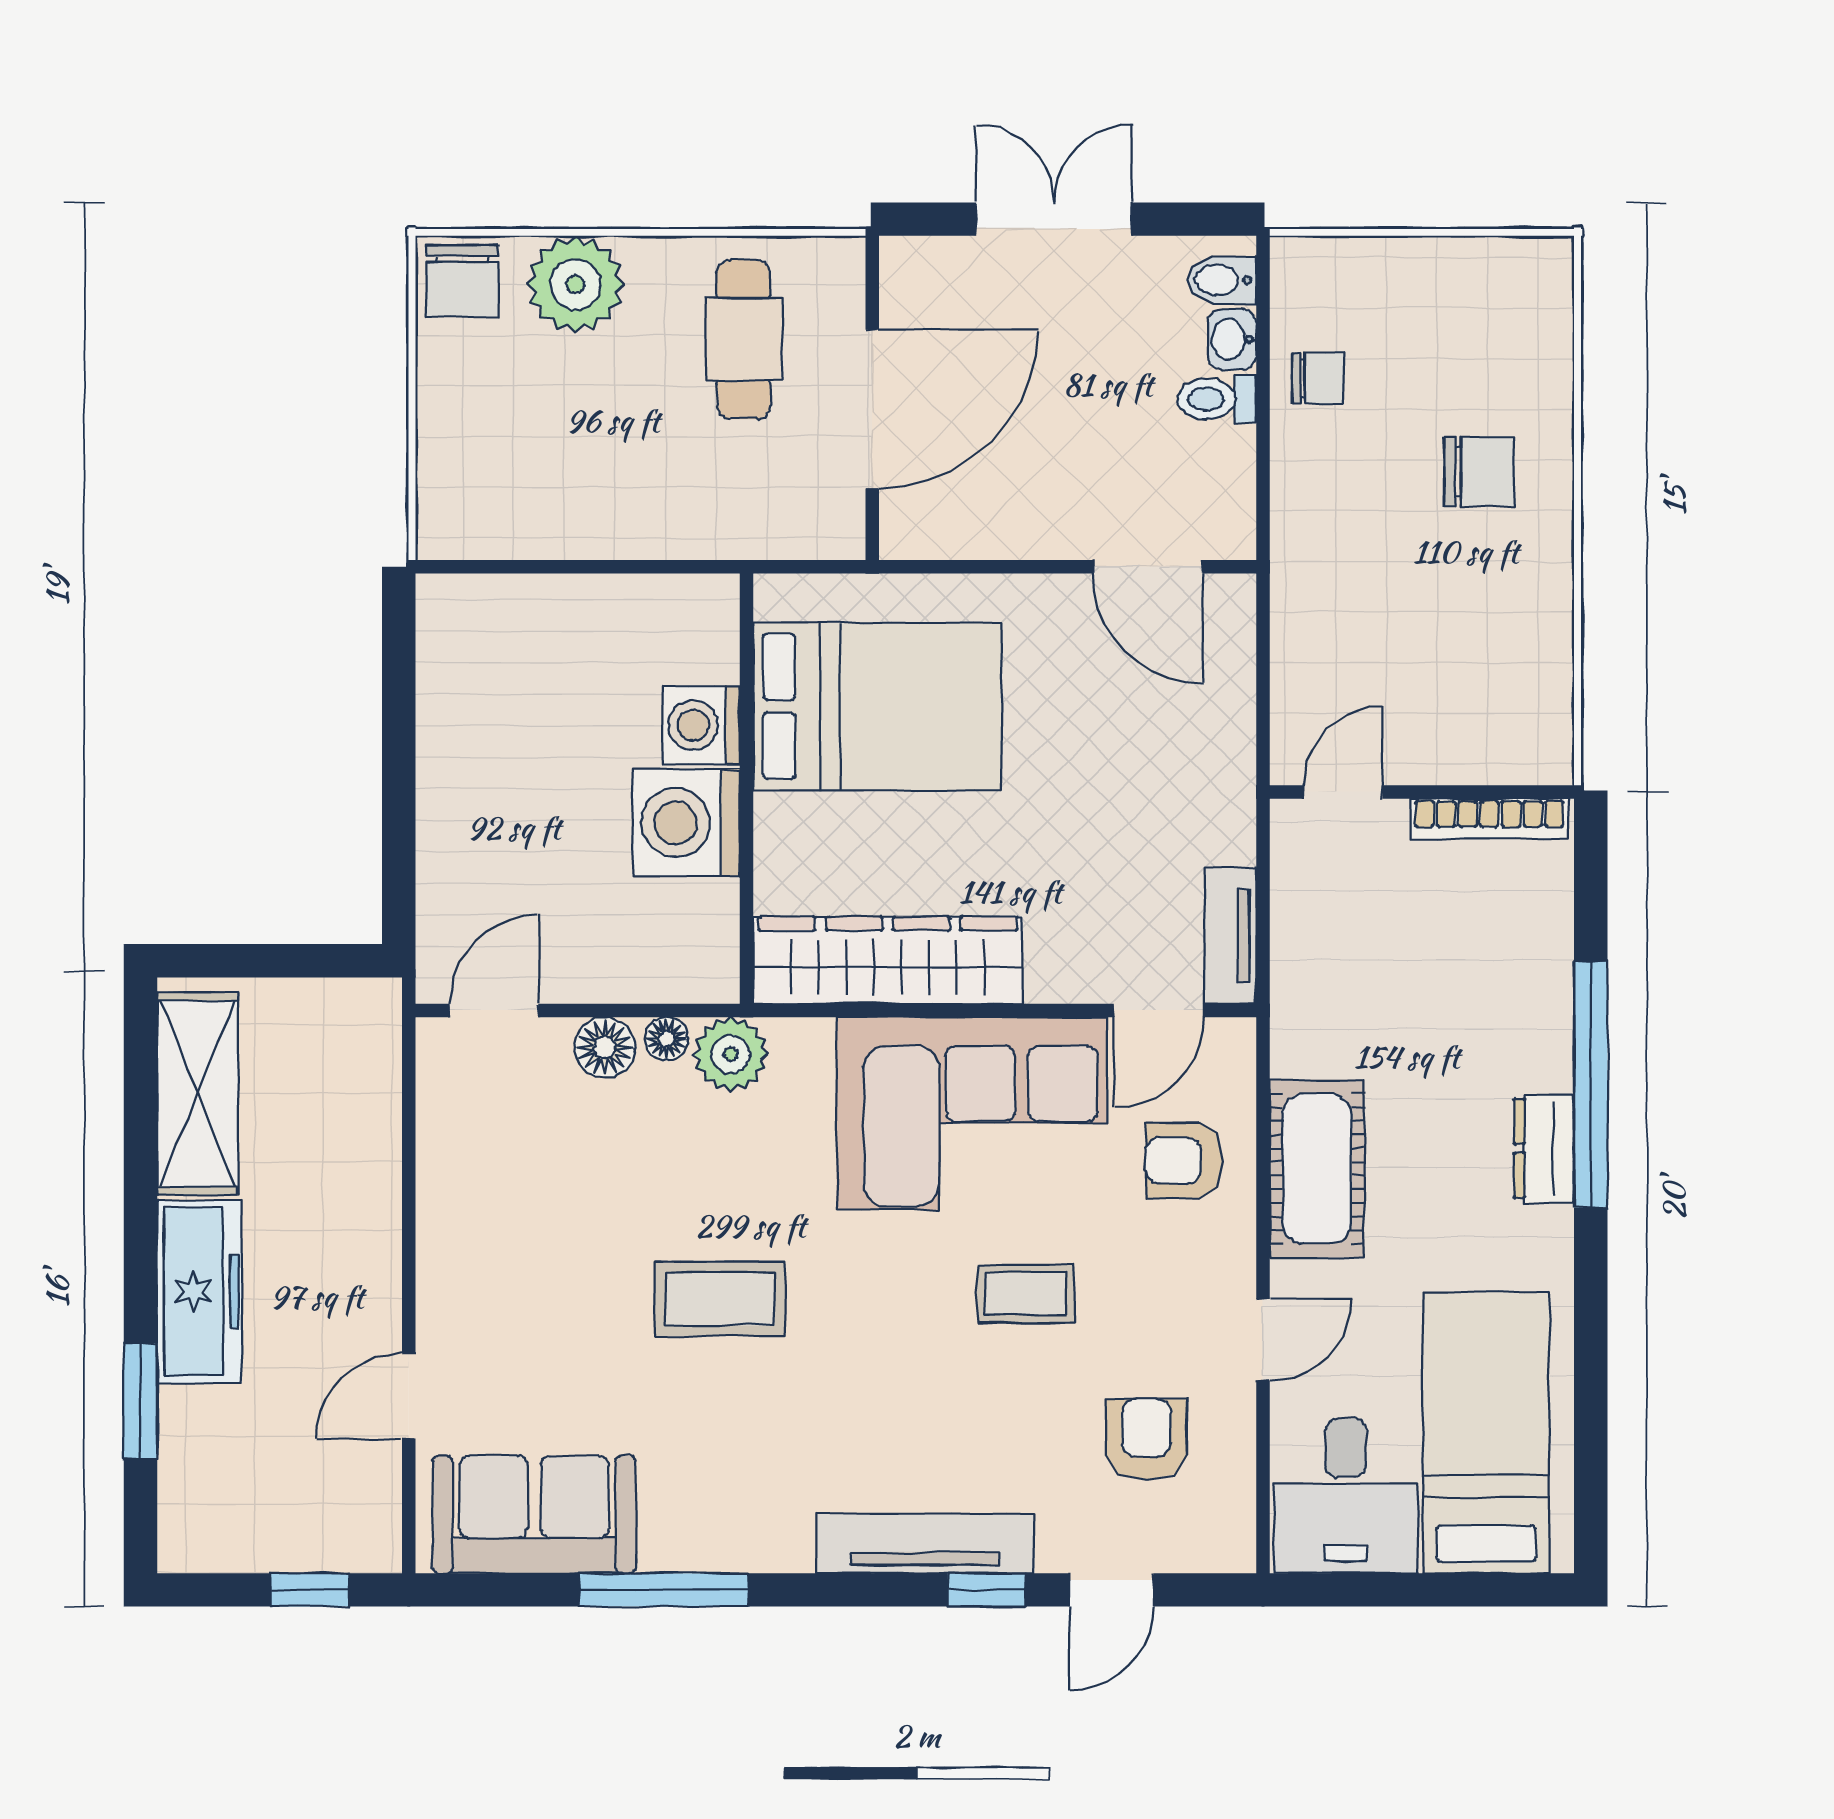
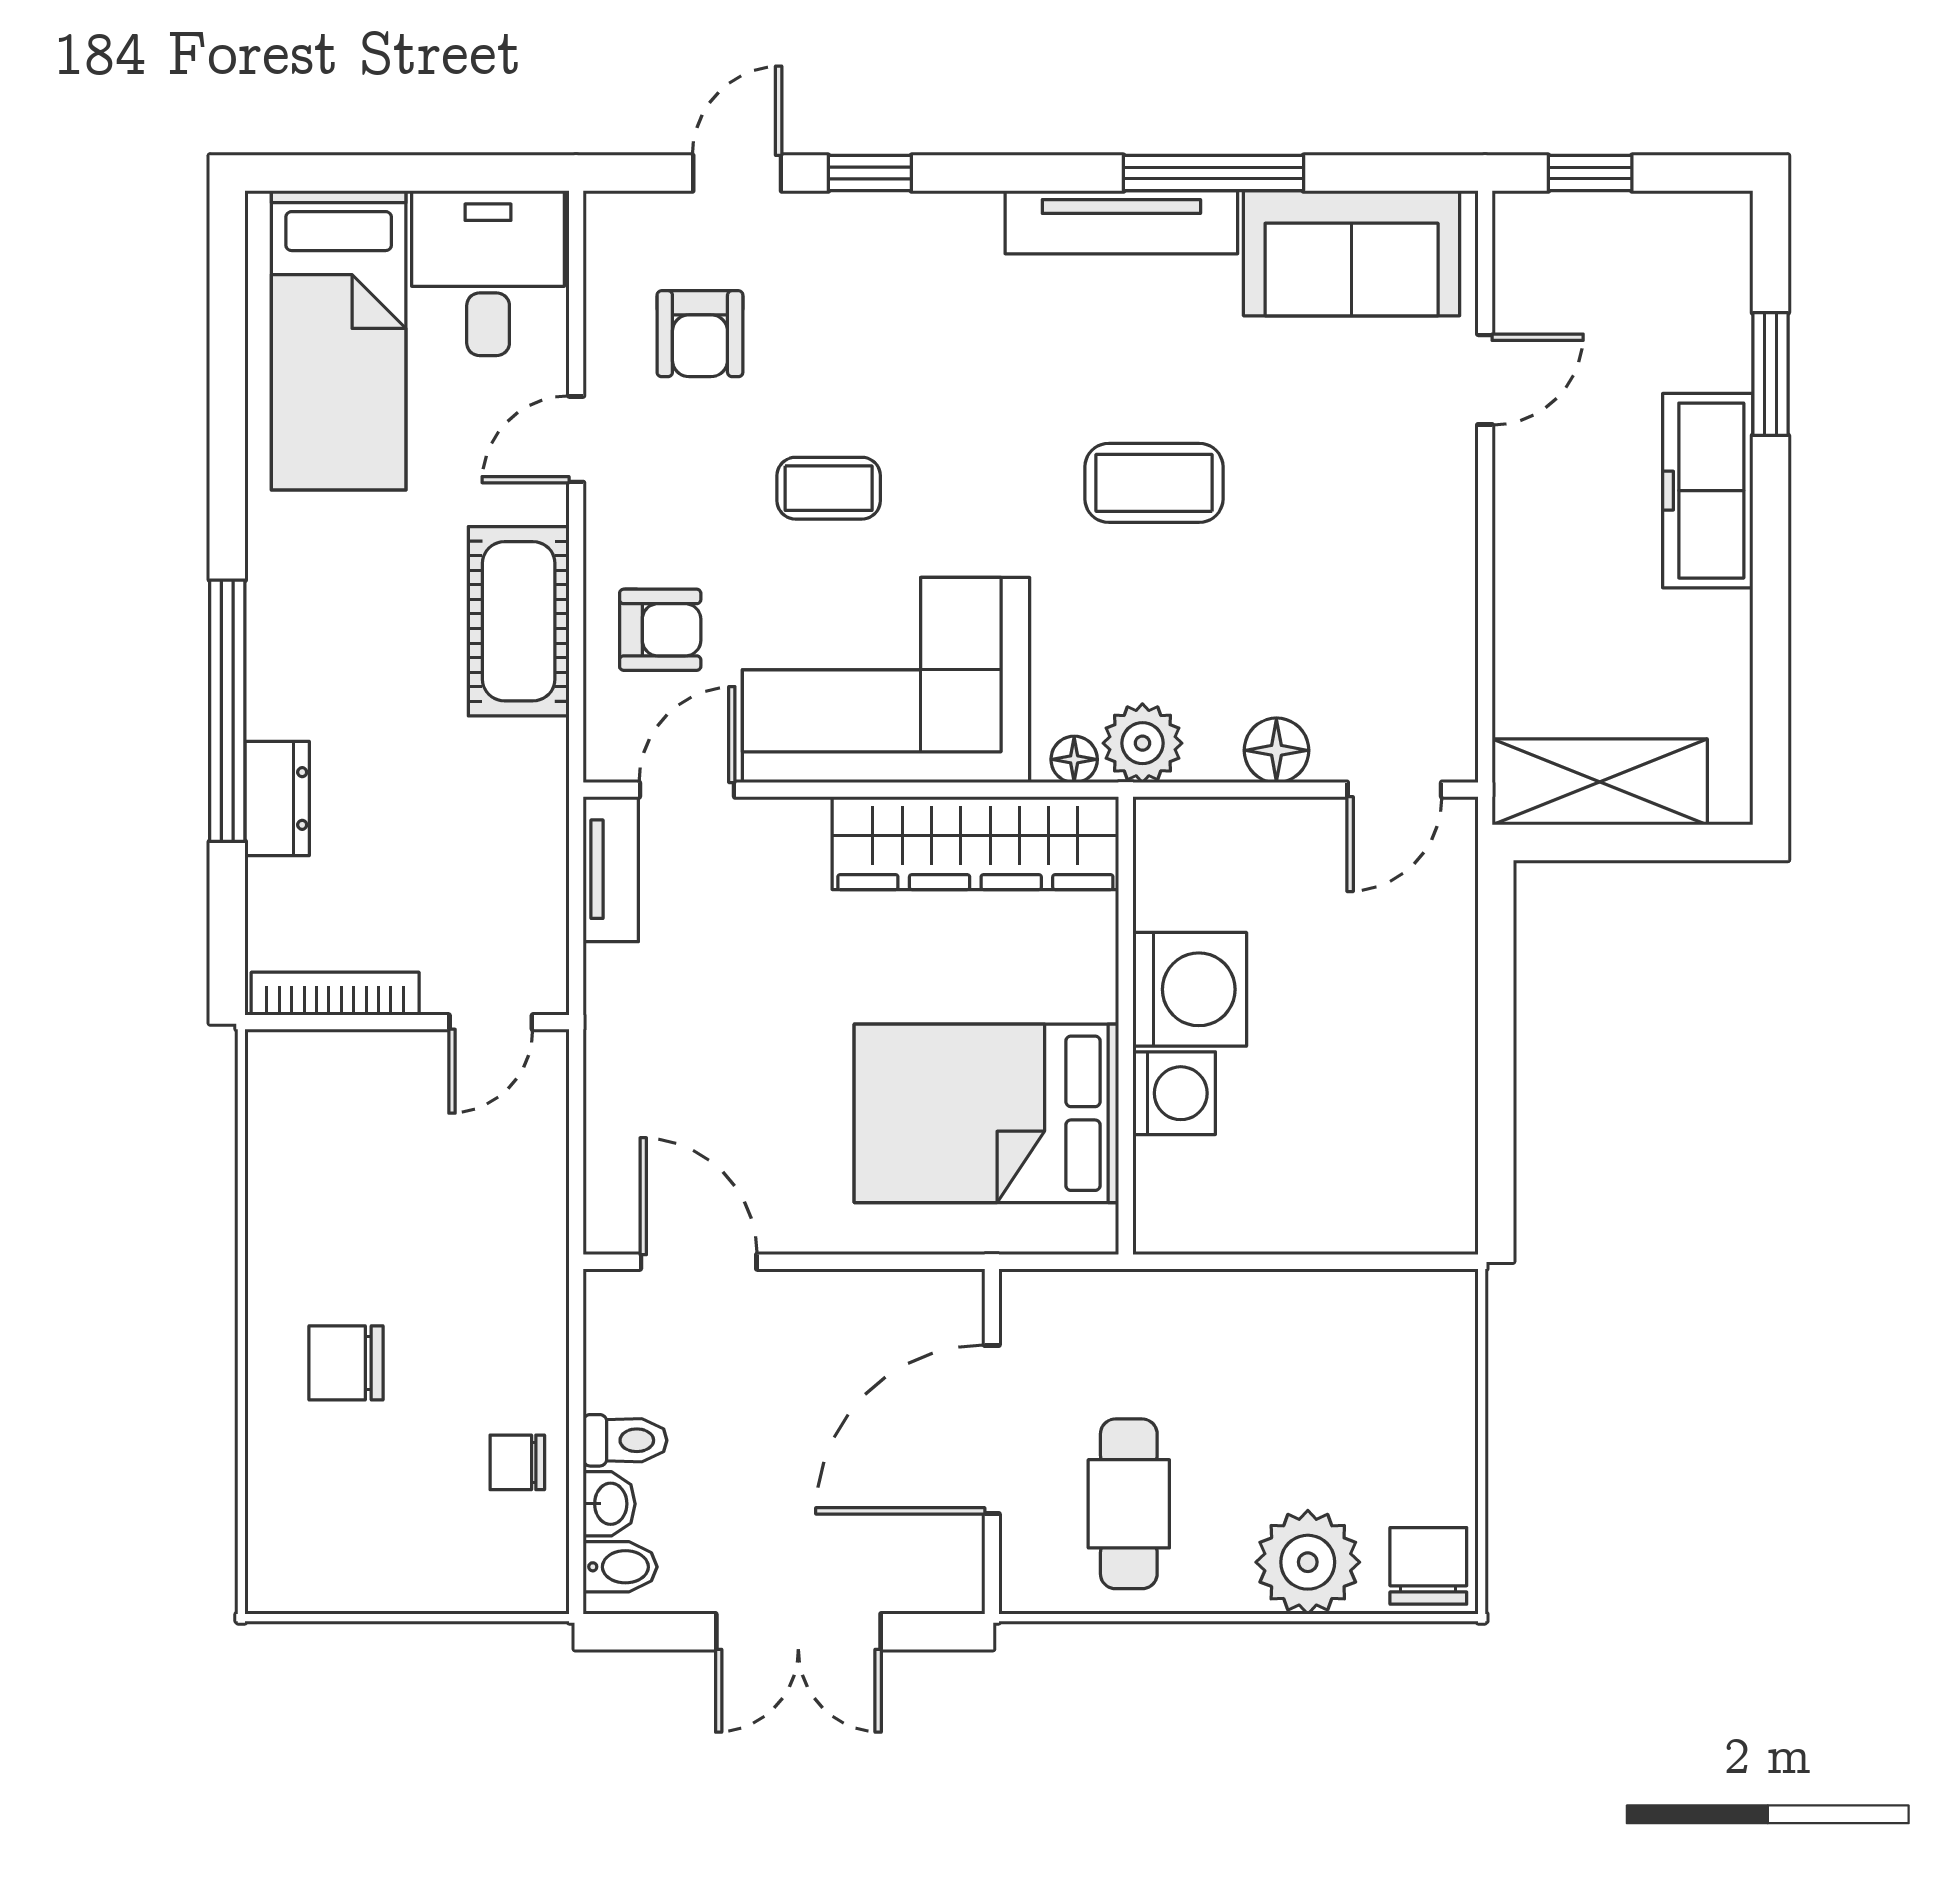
floor lamp: (666, 1039) -> (1074, 759), moved
shelving: (198, 1094) -> (1600, 782), moved, turned 90
dresser: (1544, 1149) -> (277, 798), moved
tv unit: (925, 1544) -> (1121, 222), moved

